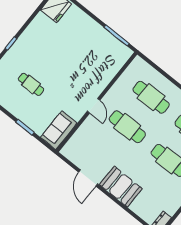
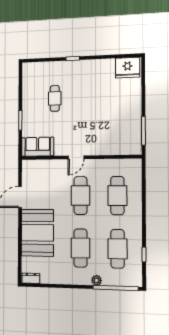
booth: (121, 187) -> (37, 233), width x1.36, depth x1.42

